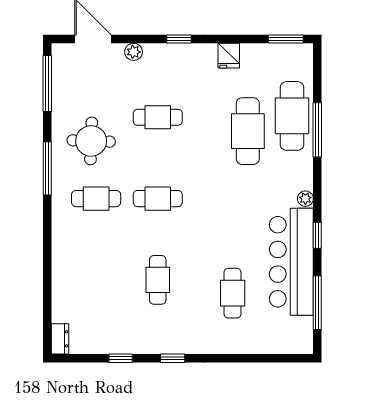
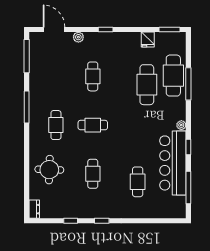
fridge: (229, 56) -> (148, 39), moved
cafe table: (158, 117) -> (93, 76), turned 90
round table: (91, 141) -> (49, 170), moved
cafe table: (96, 199) -> (56, 125), turned 90

